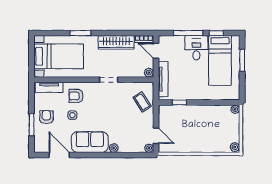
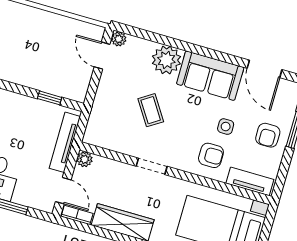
coffee table: (142, 102) -> (151, 110), moved
plant: (114, 148) -> (166, 60), width x1.88, depth x1.88

